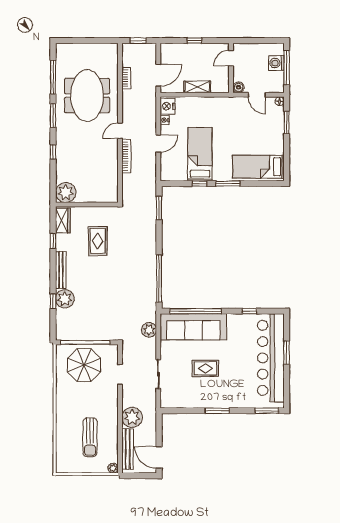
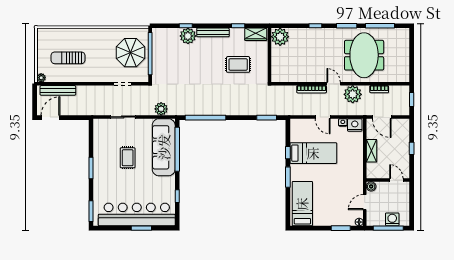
meeting table: (87, 96) -> (364, 55), turned 90
plant: (132, 417) -> (353, 94), moved

